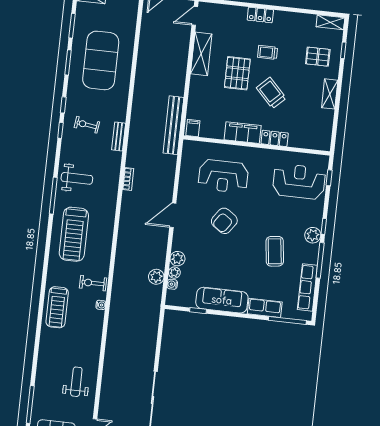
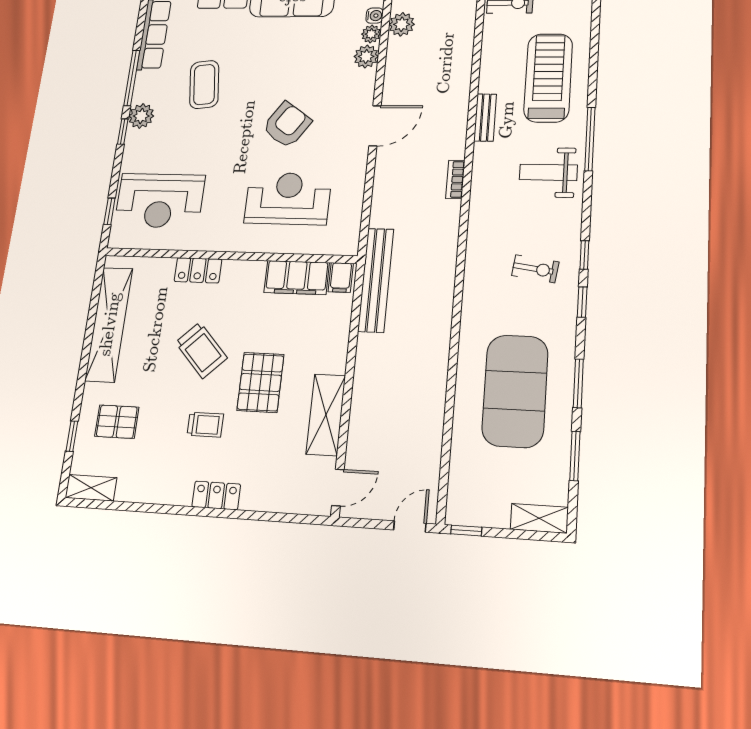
shelving: (330, 94) -> (109, 324), width x2.20, depth x1.33
filing cabinet: (243, 133) -> (297, 278), moved
bench: (119, 136) -> (485, 118), moved

